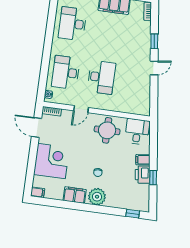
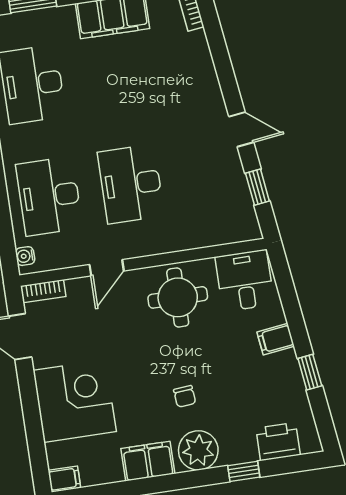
window: (154, 41) -> (257, 187), moved
door: (154, 68) -> (241, 129), hinge flipped
desk: (101, 77) -> (131, 184), turned 180
printer: (143, 175) -> (278, 442), moved, turned 97
window: (133, 214) -> (244, 471), moved

